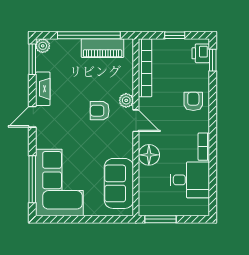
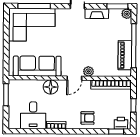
armchair: (100, 111) -> (81, 53), removed
sofa: (119, 183) -> (37, 66), width x1.36

